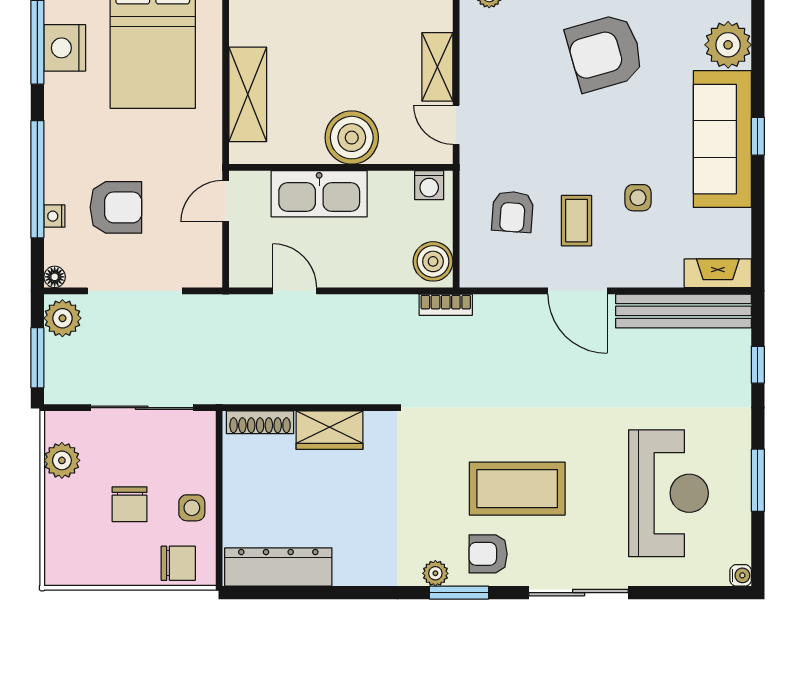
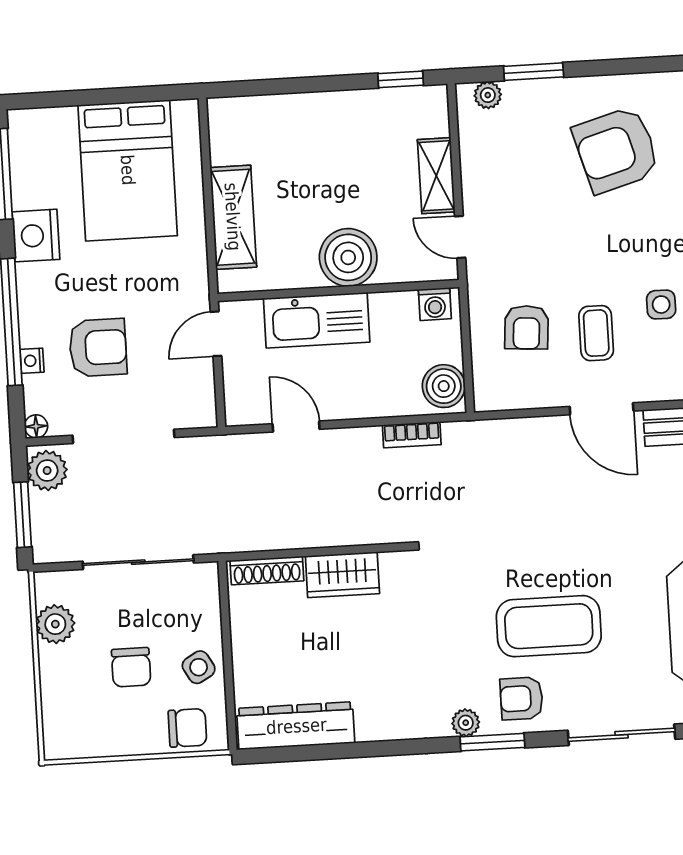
nightstand: (65, 48) -> (36, 236), moved
bookcase: (446, 305) -> (412, 435), moved
side table: (192, 508) -> (199, 667), turned -30

